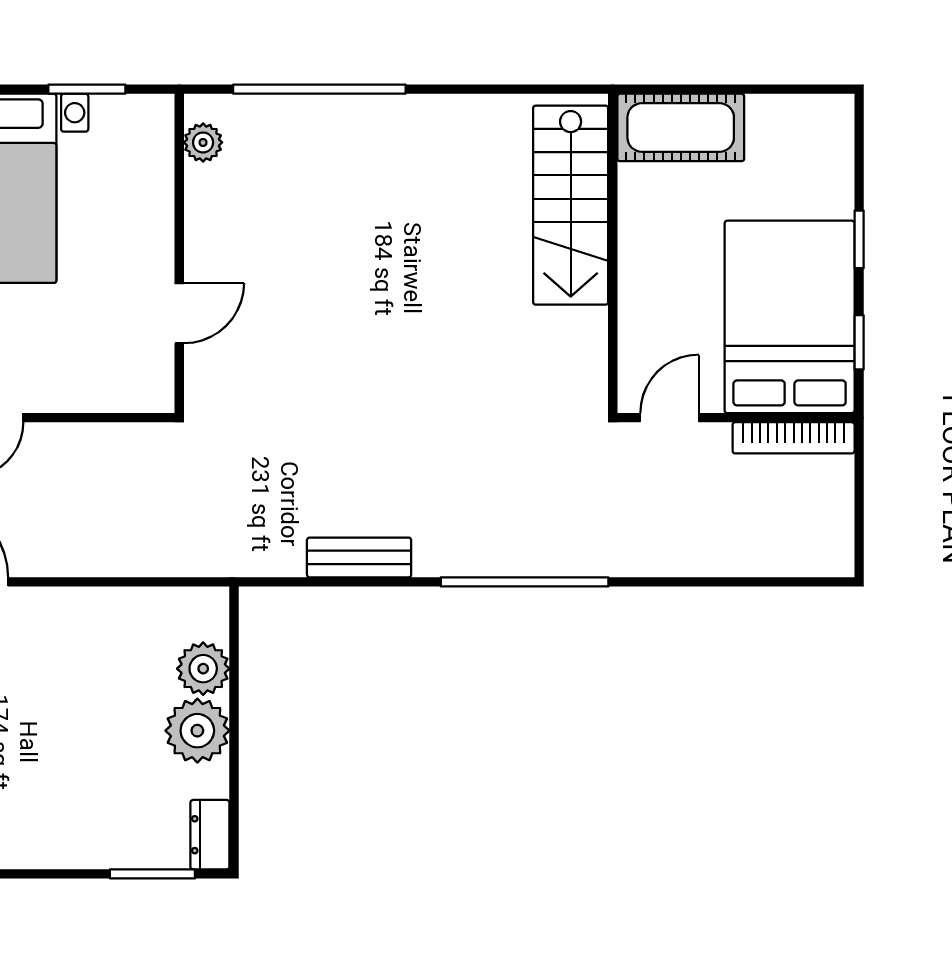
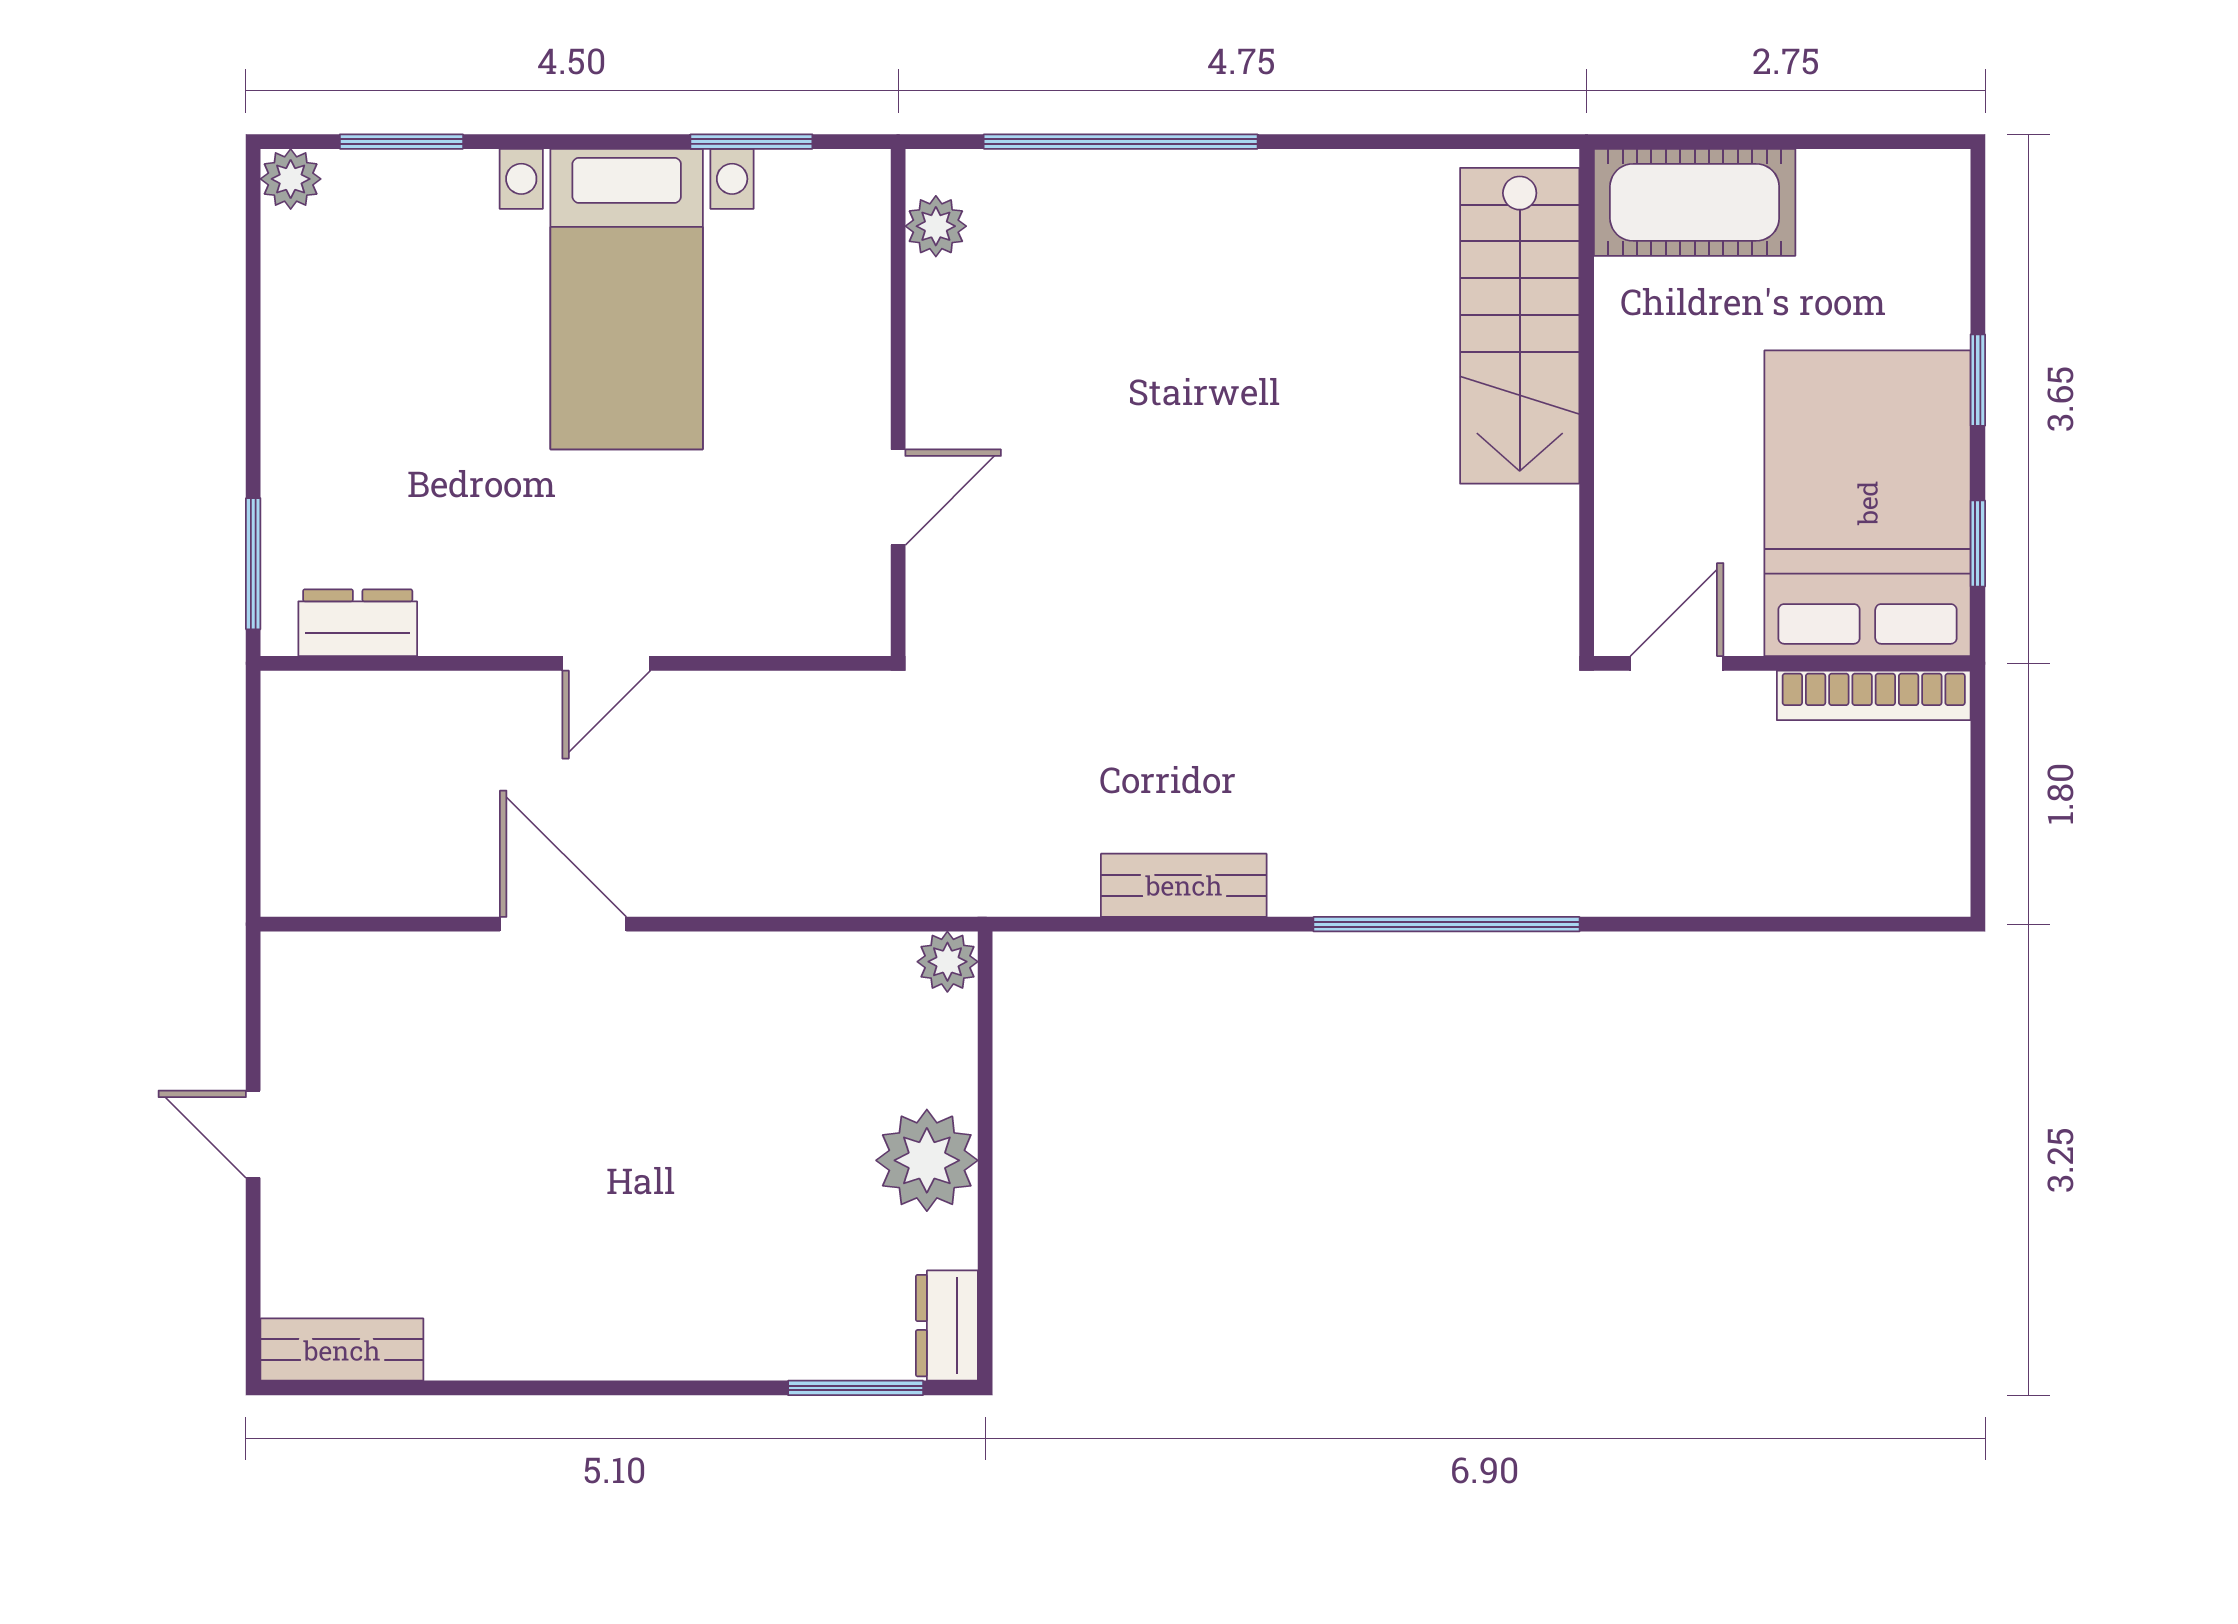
plant: (203, 669) -> (947, 962), moved, width x0.73, depth x0.73

